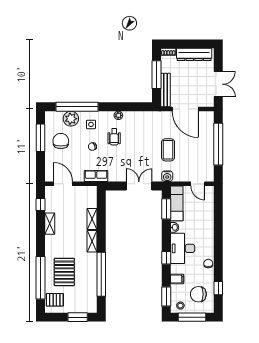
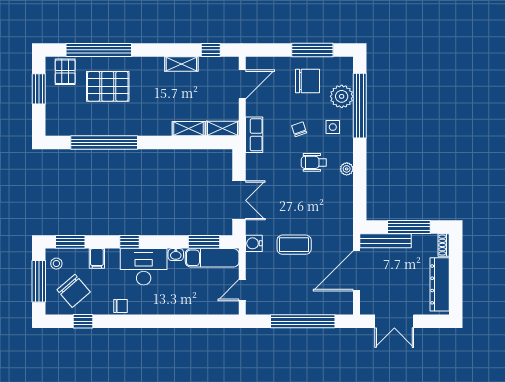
shelving: (92, 241) -> (223, 129), moved
chair: (198, 294) -> (74, 291), turned 139
window: (78, 317) -> (39, 89), moved

